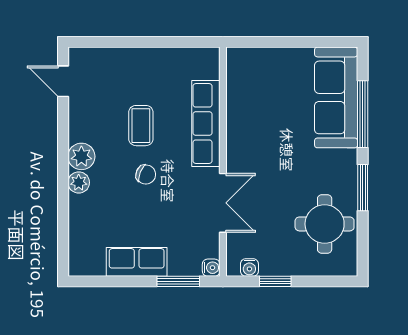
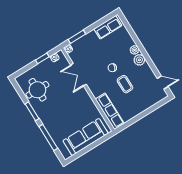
sofa: (336, 97) -> (86, 137), moved, turned -90
row of seats: (206, 124) -> (110, 111), moved
row of seats: (137, 262) -> (108, 27), moved

